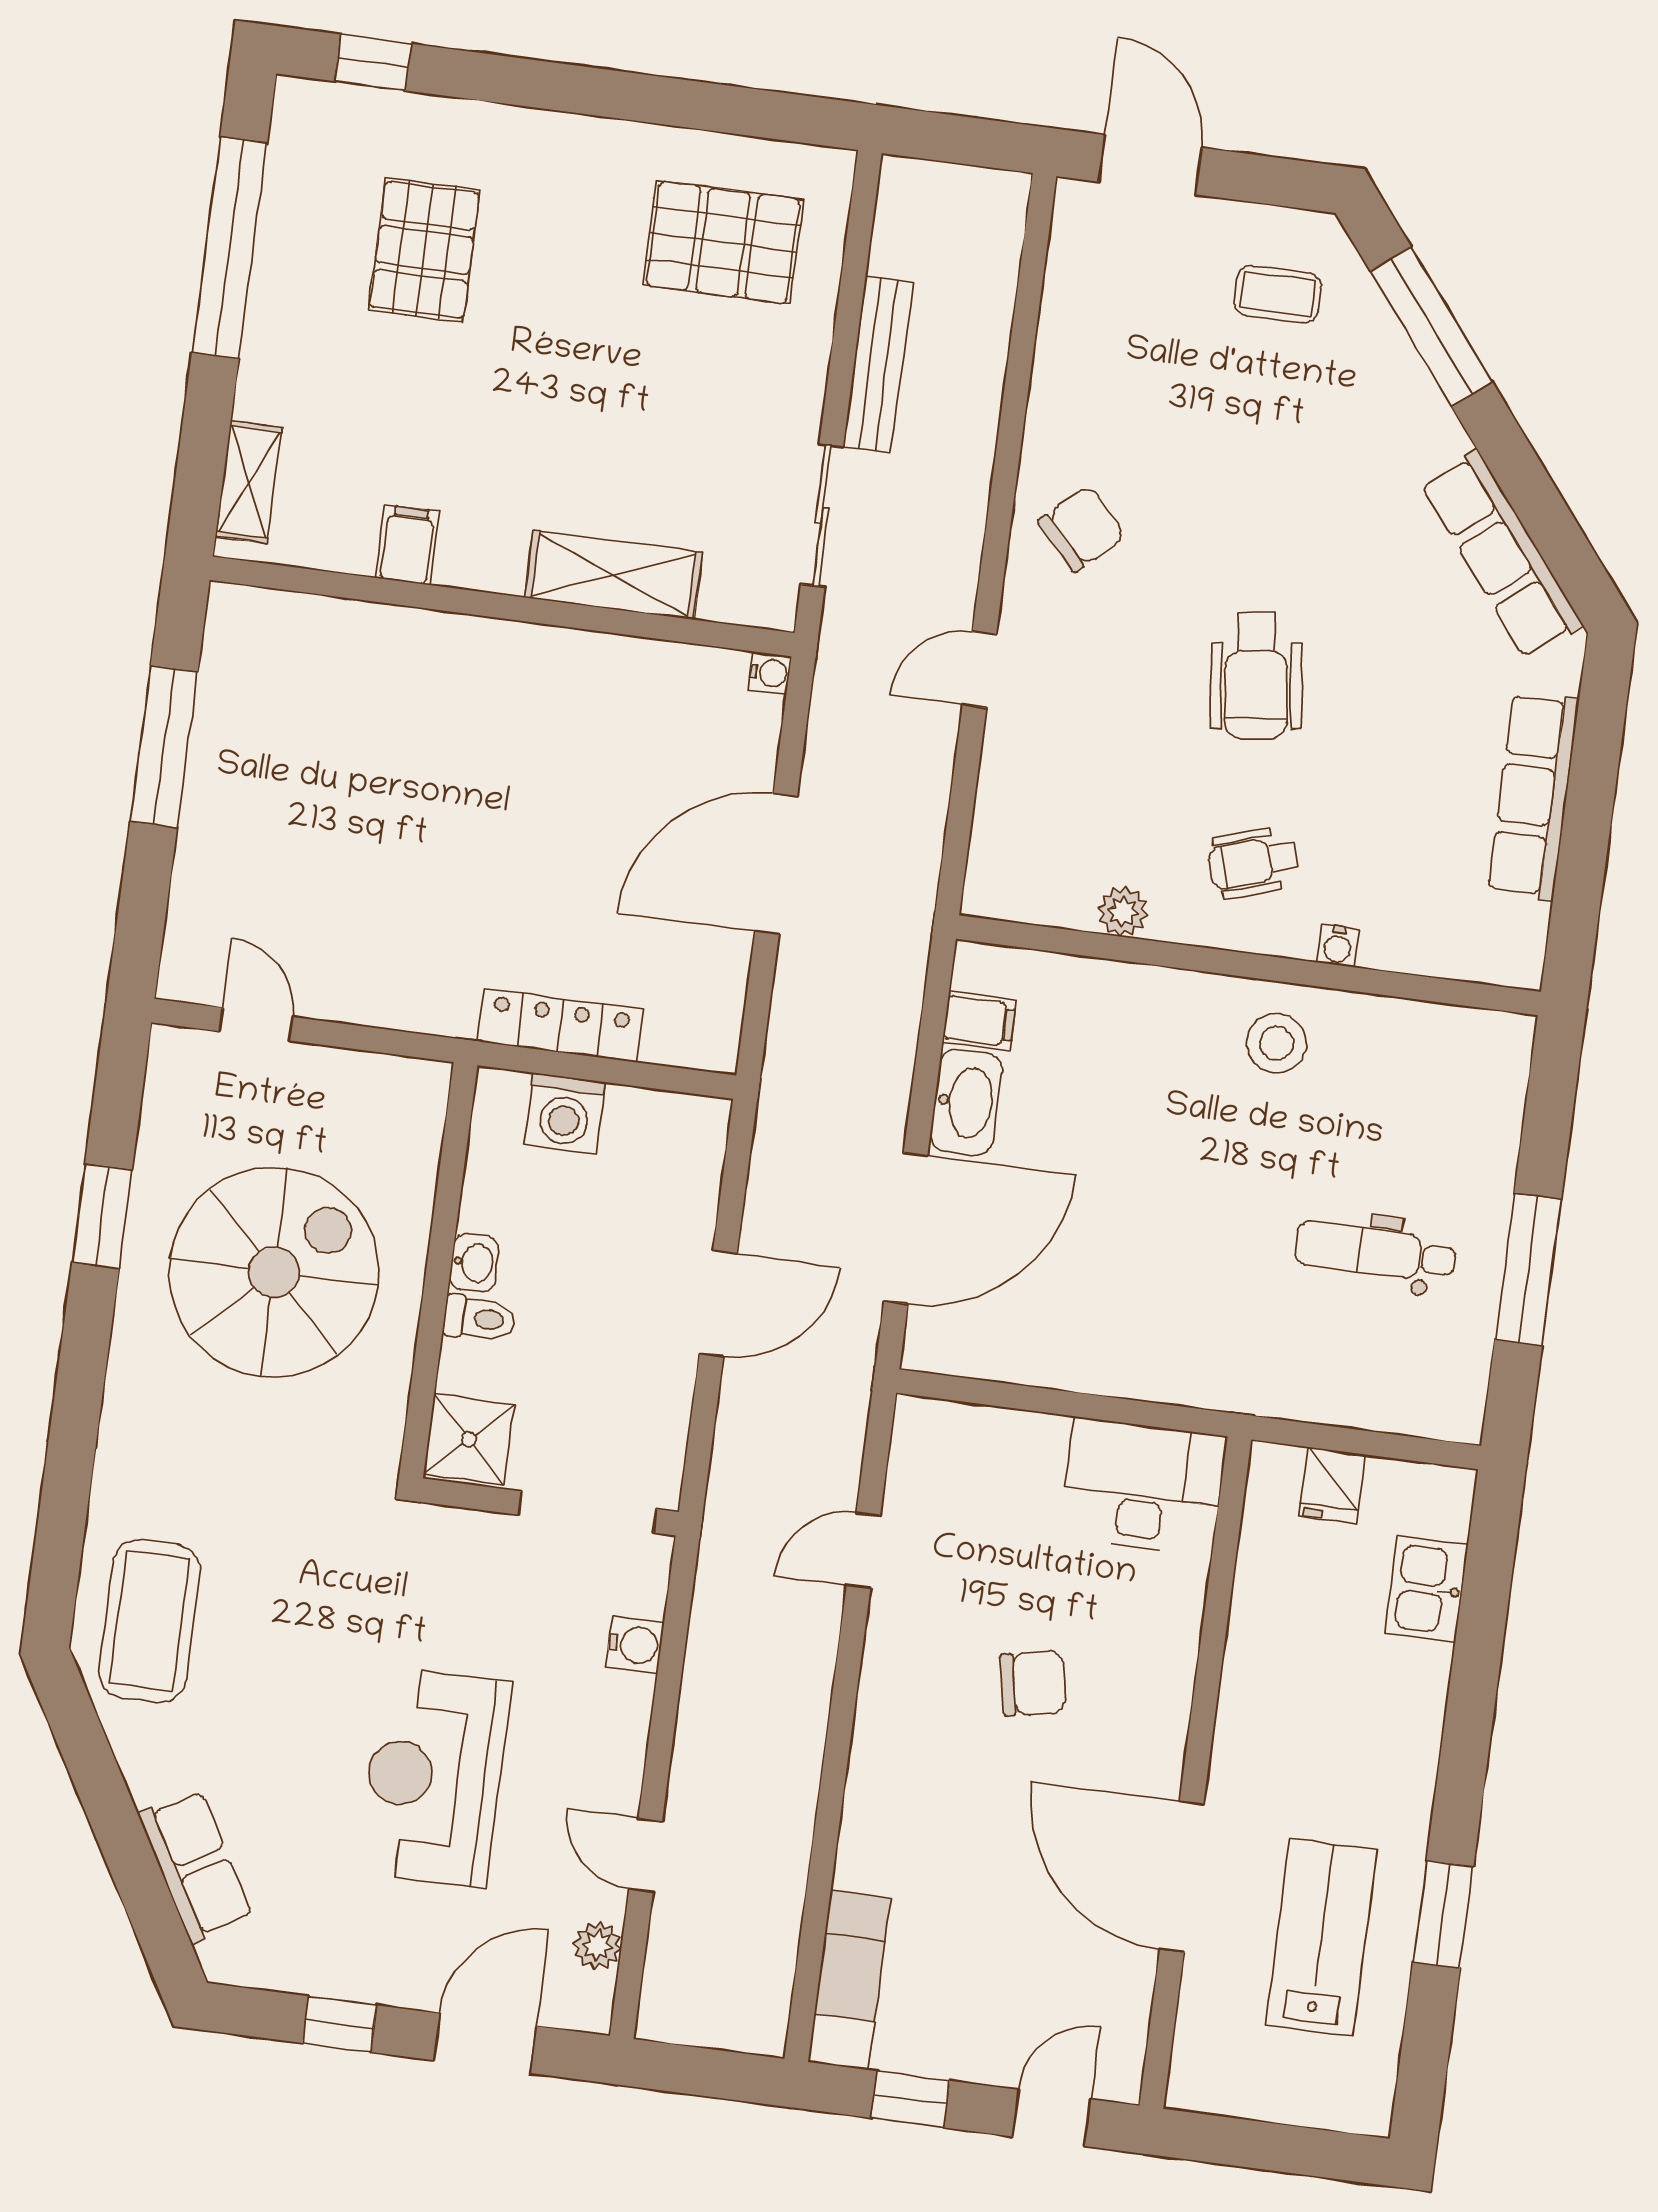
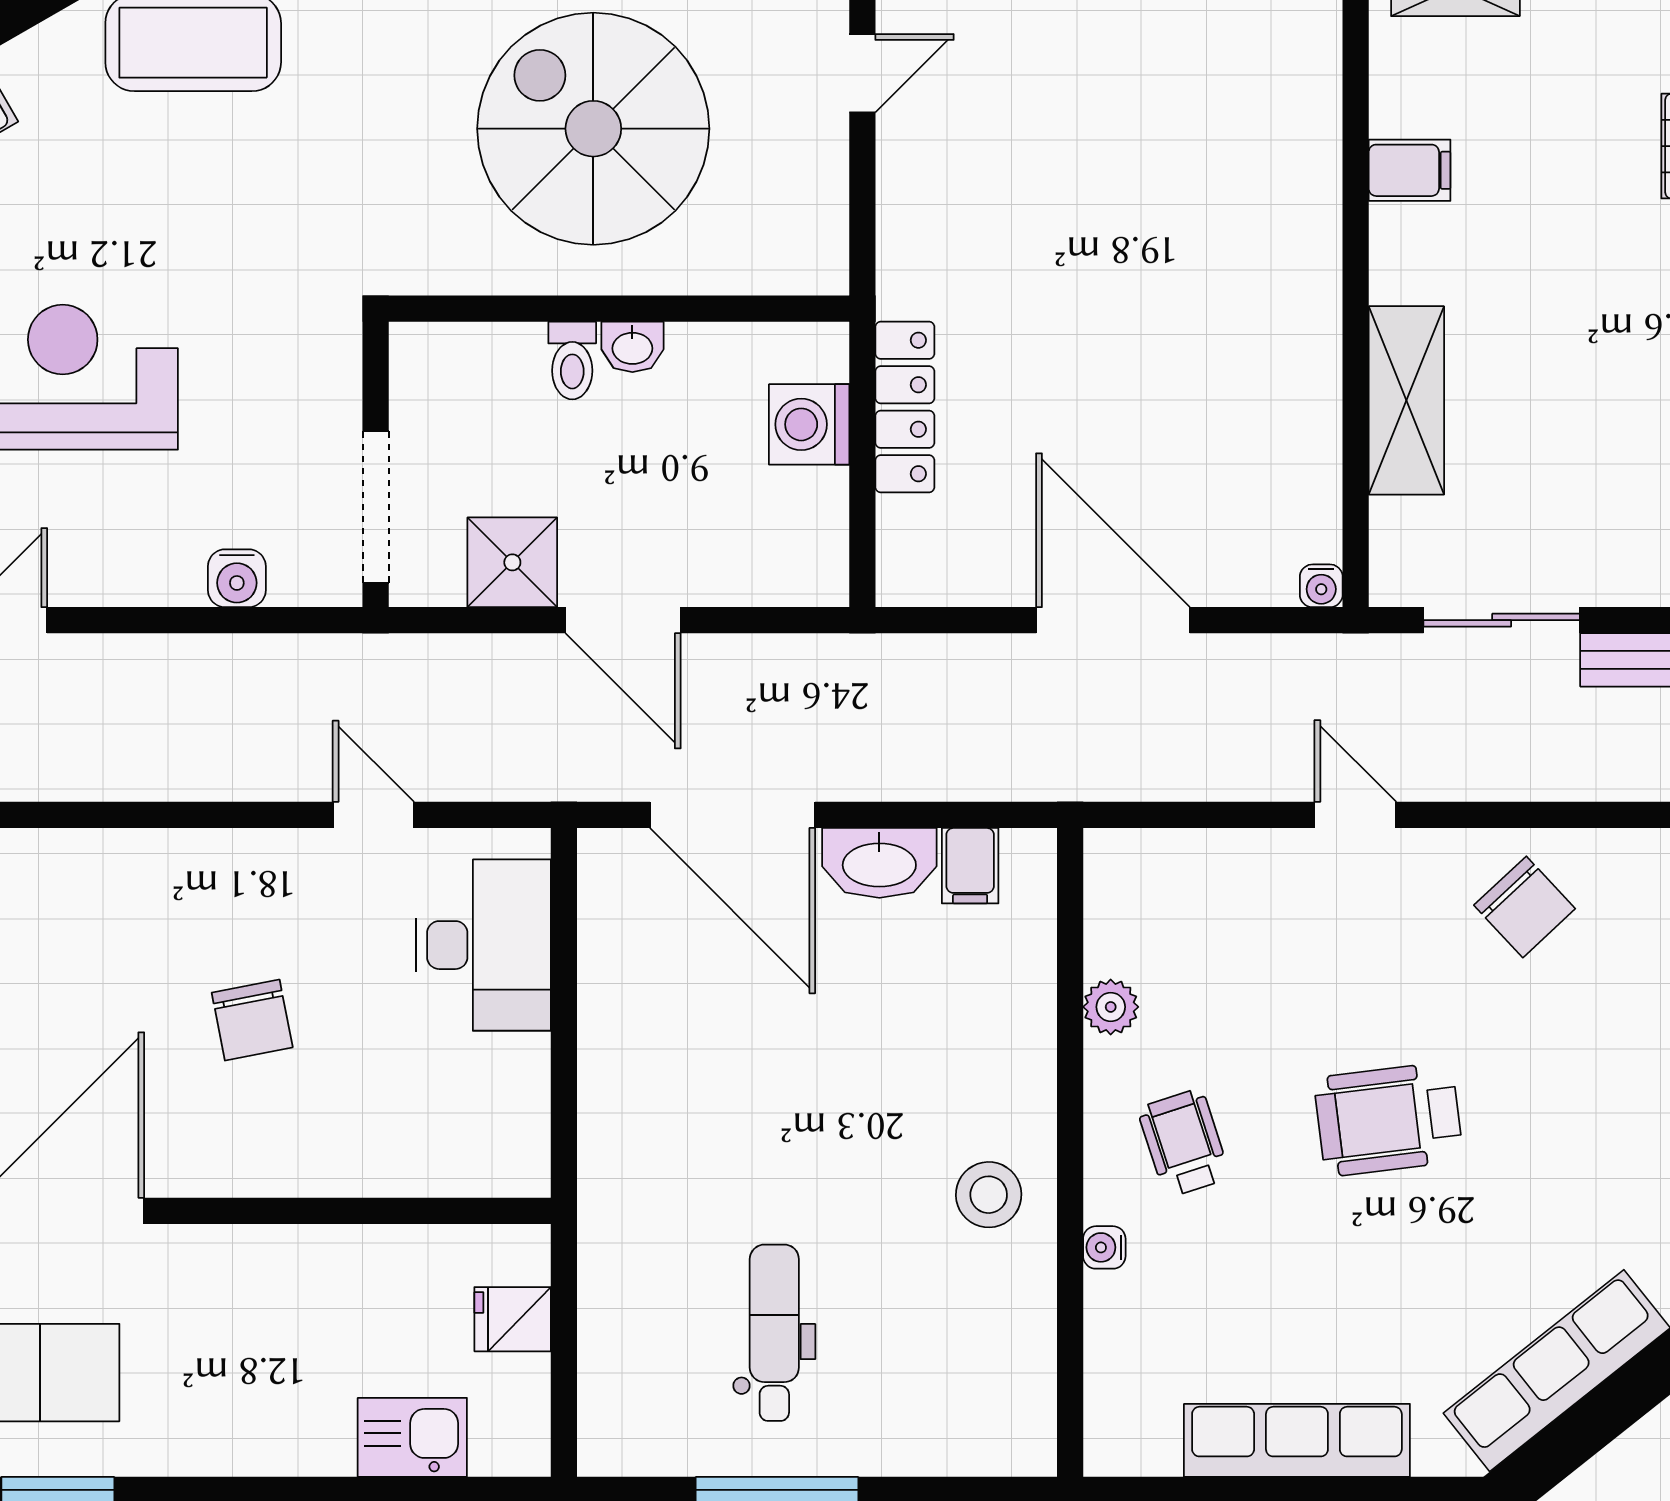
spiral stairs: (274, 1272) -> (593, 129), turned 180
shower: (469, 1439) -> (512, 562), moved
desk: (1143, 1487) -> (484, 945), moved

